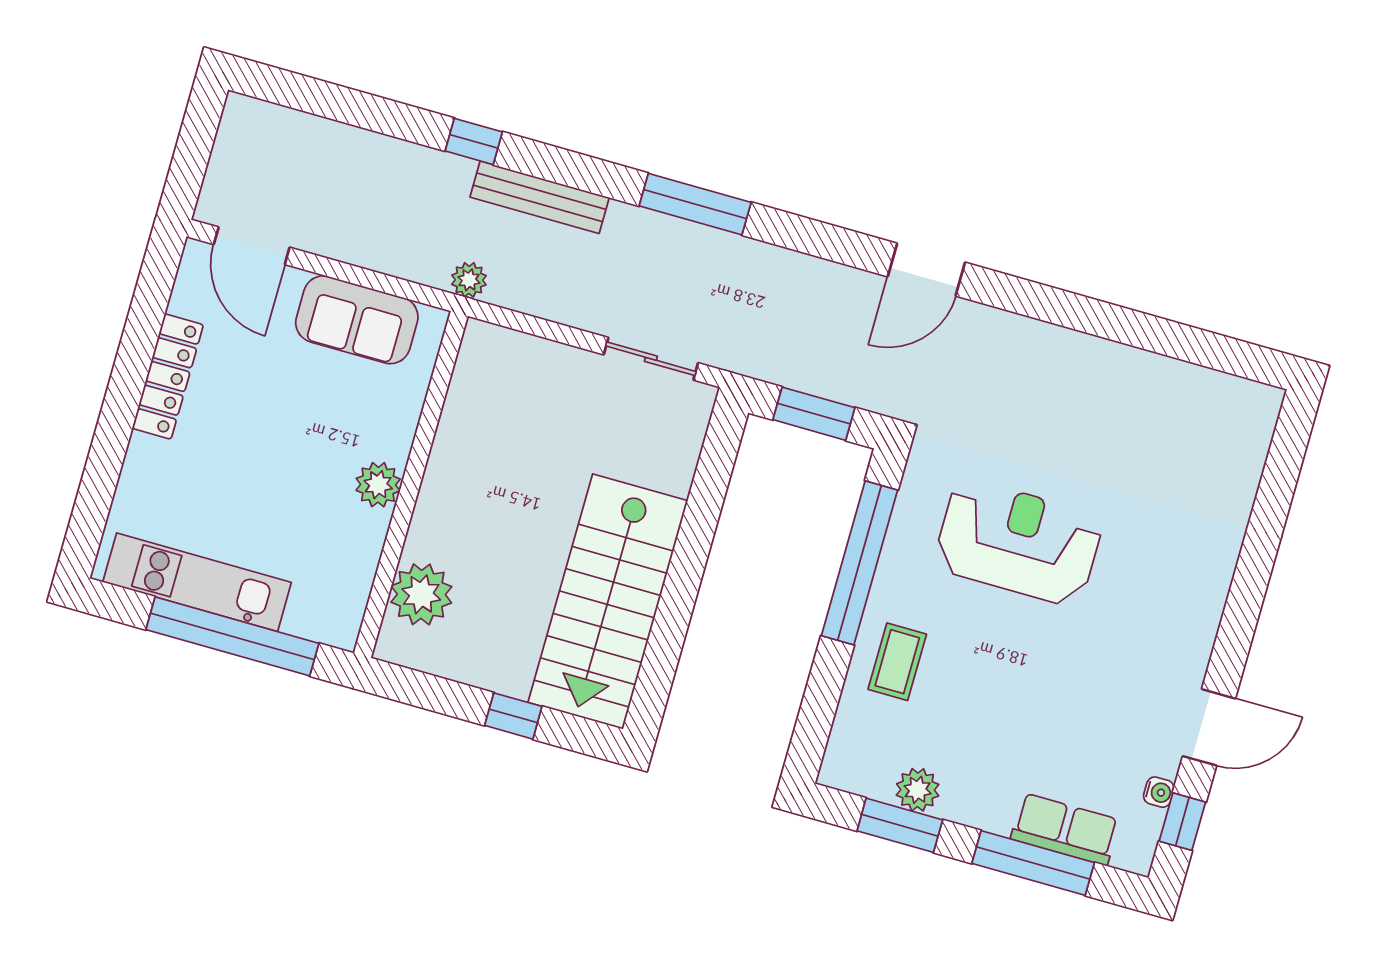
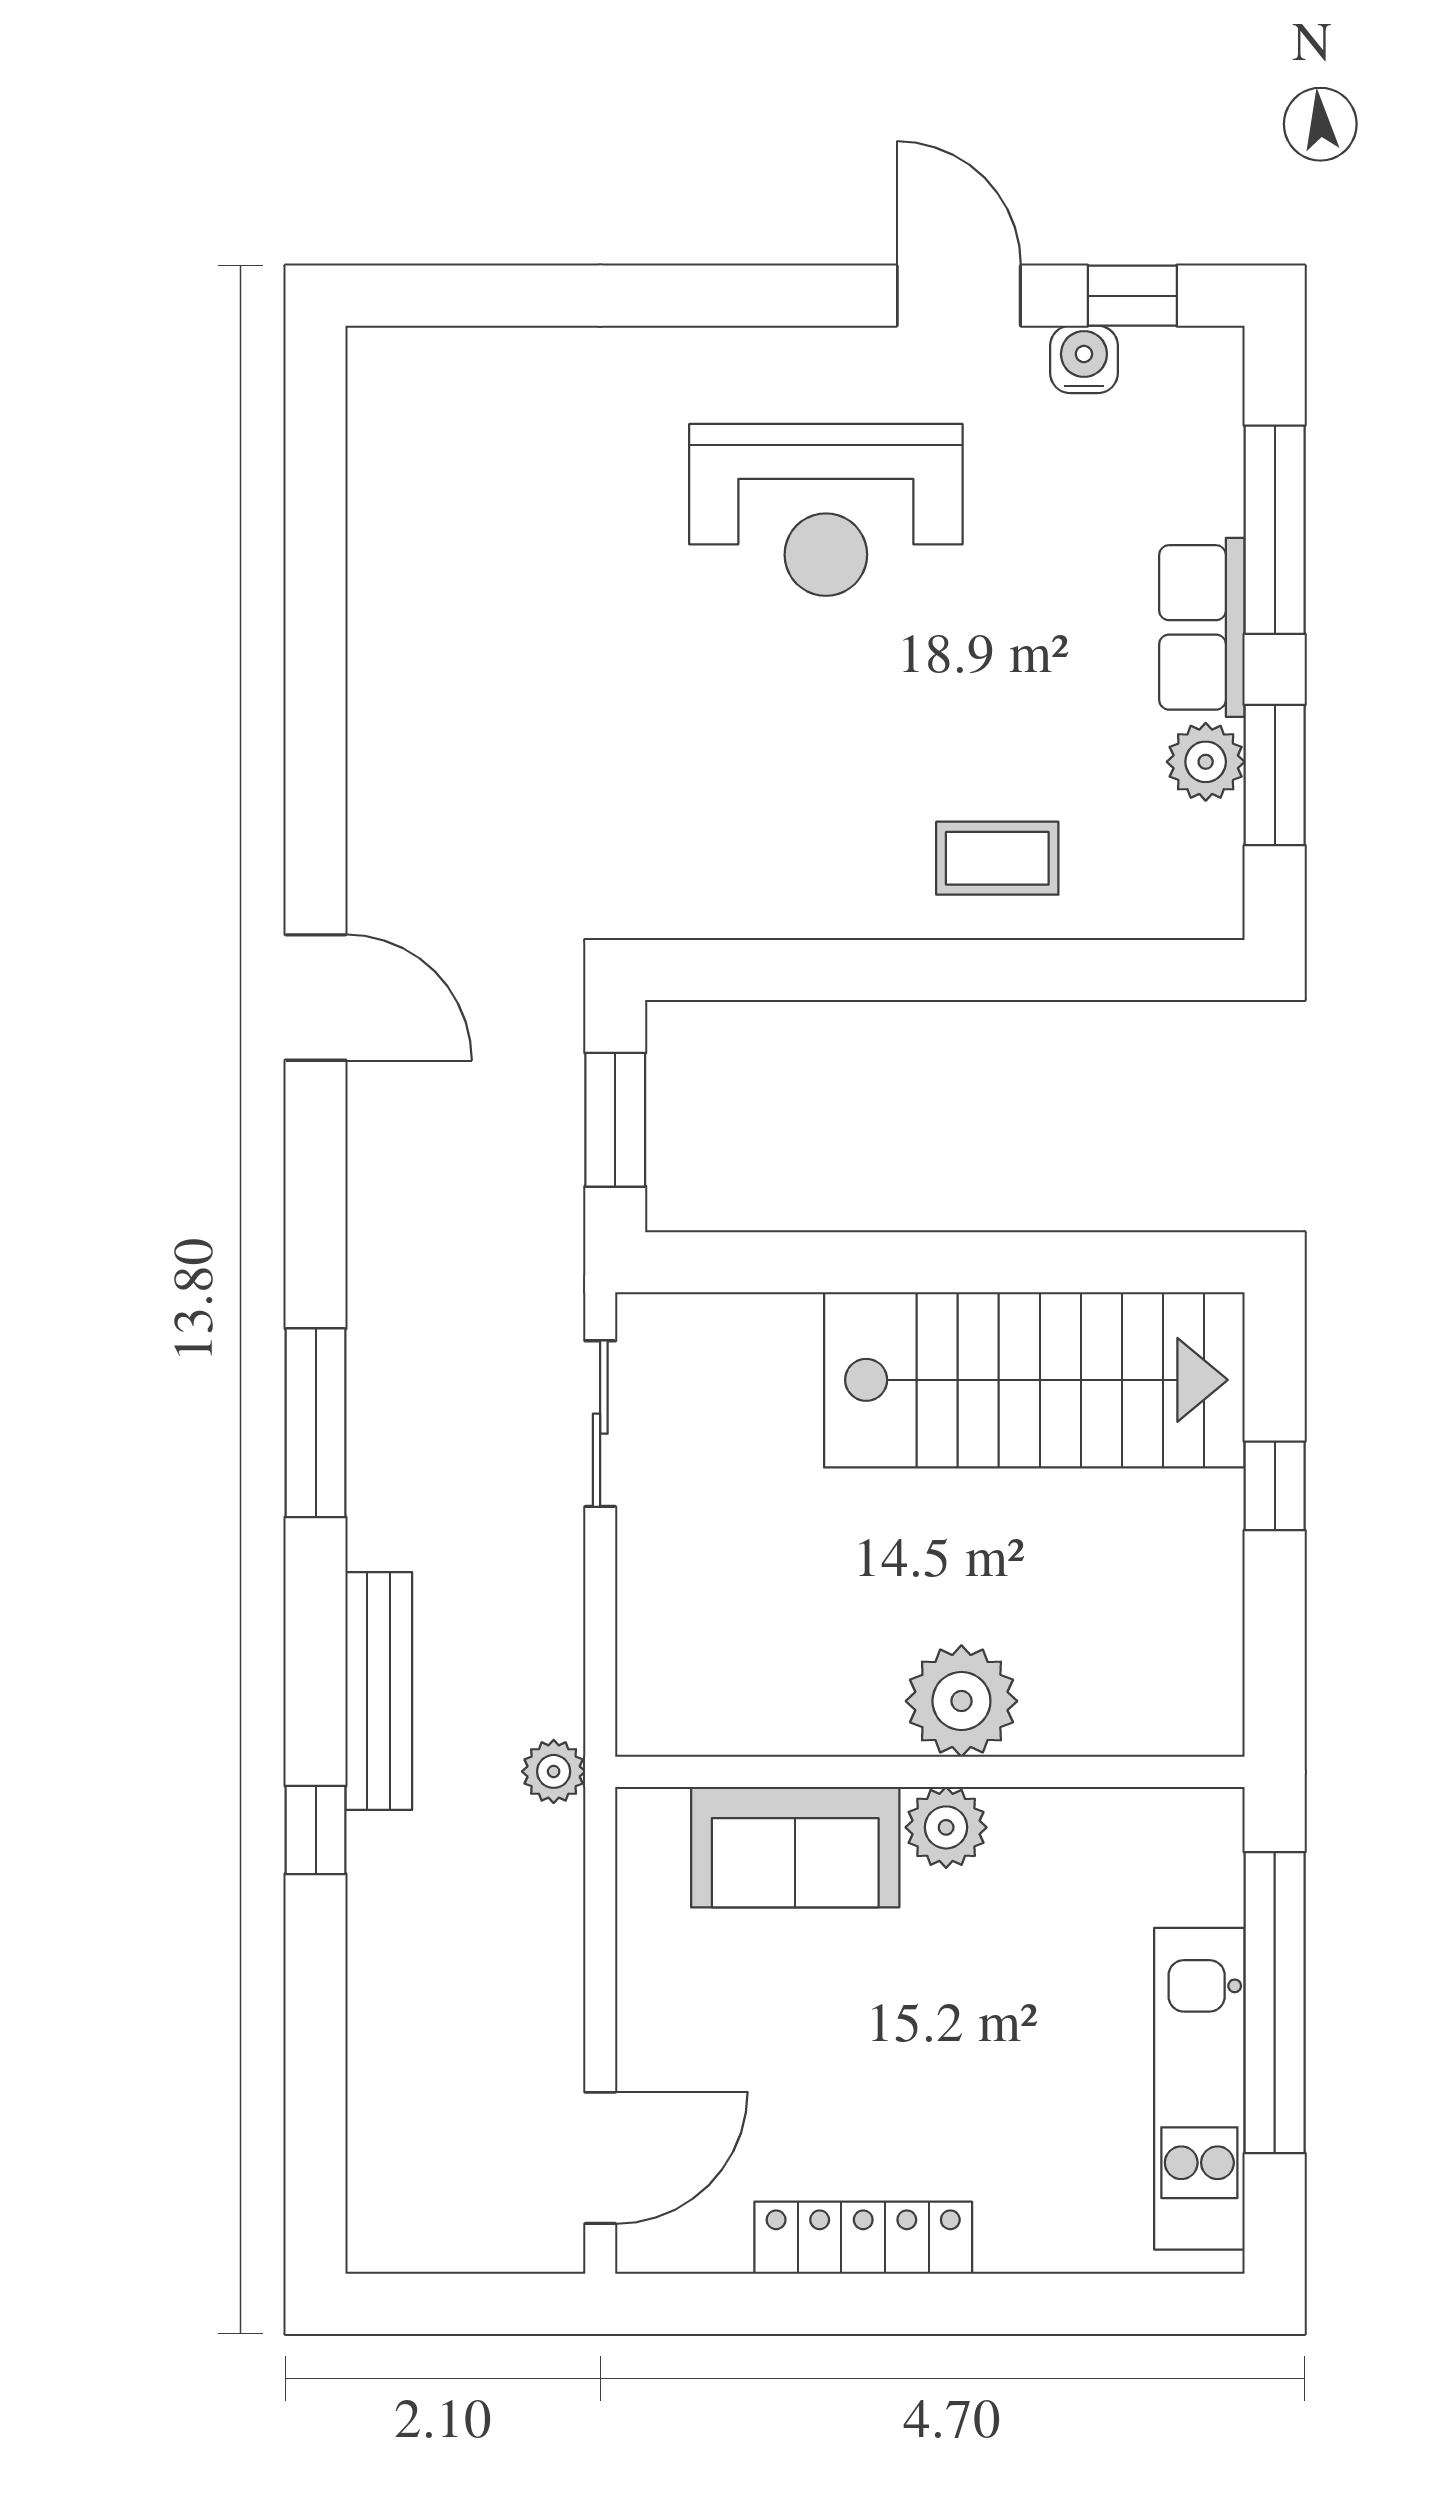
sofa: (357, 320) -> (795, 1847), moved, turned 90
reception desk: (1018, 542) -> (826, 510), moved, turned -90
window: (860, 563) -> (847, 970), removed
plant: (421, 594) -> (961, 1701), moved
water cooler: (1159, 792) -> (1084, 359), width x1.38, depth x1.38
row of seats: (1065, 829) -> (1202, 627), moved

